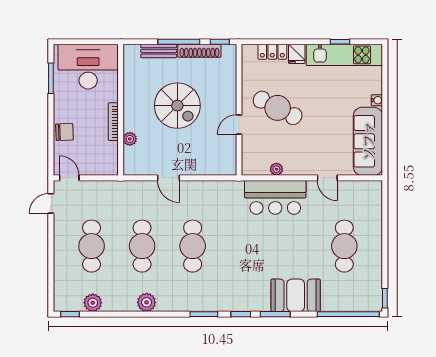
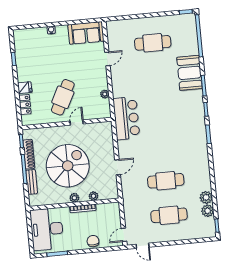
kitchen unit: (344, 55) -> (22, 55), removed
spiral stairs: (177, 106) -> (68, 166), width x1.37, depth x1.37
plant: (130, 111) -> (74, 198), added
door: (239, 124) -> (77, 123), swing flipped
sofa: (368, 141) -> (86, 33), width x0.73
bar counter: (275, 197) -> (126, 118), moved
cafe table: (193, 246) -> (163, 146), removed
plant: (147, 302) -> (206, 197), moved

